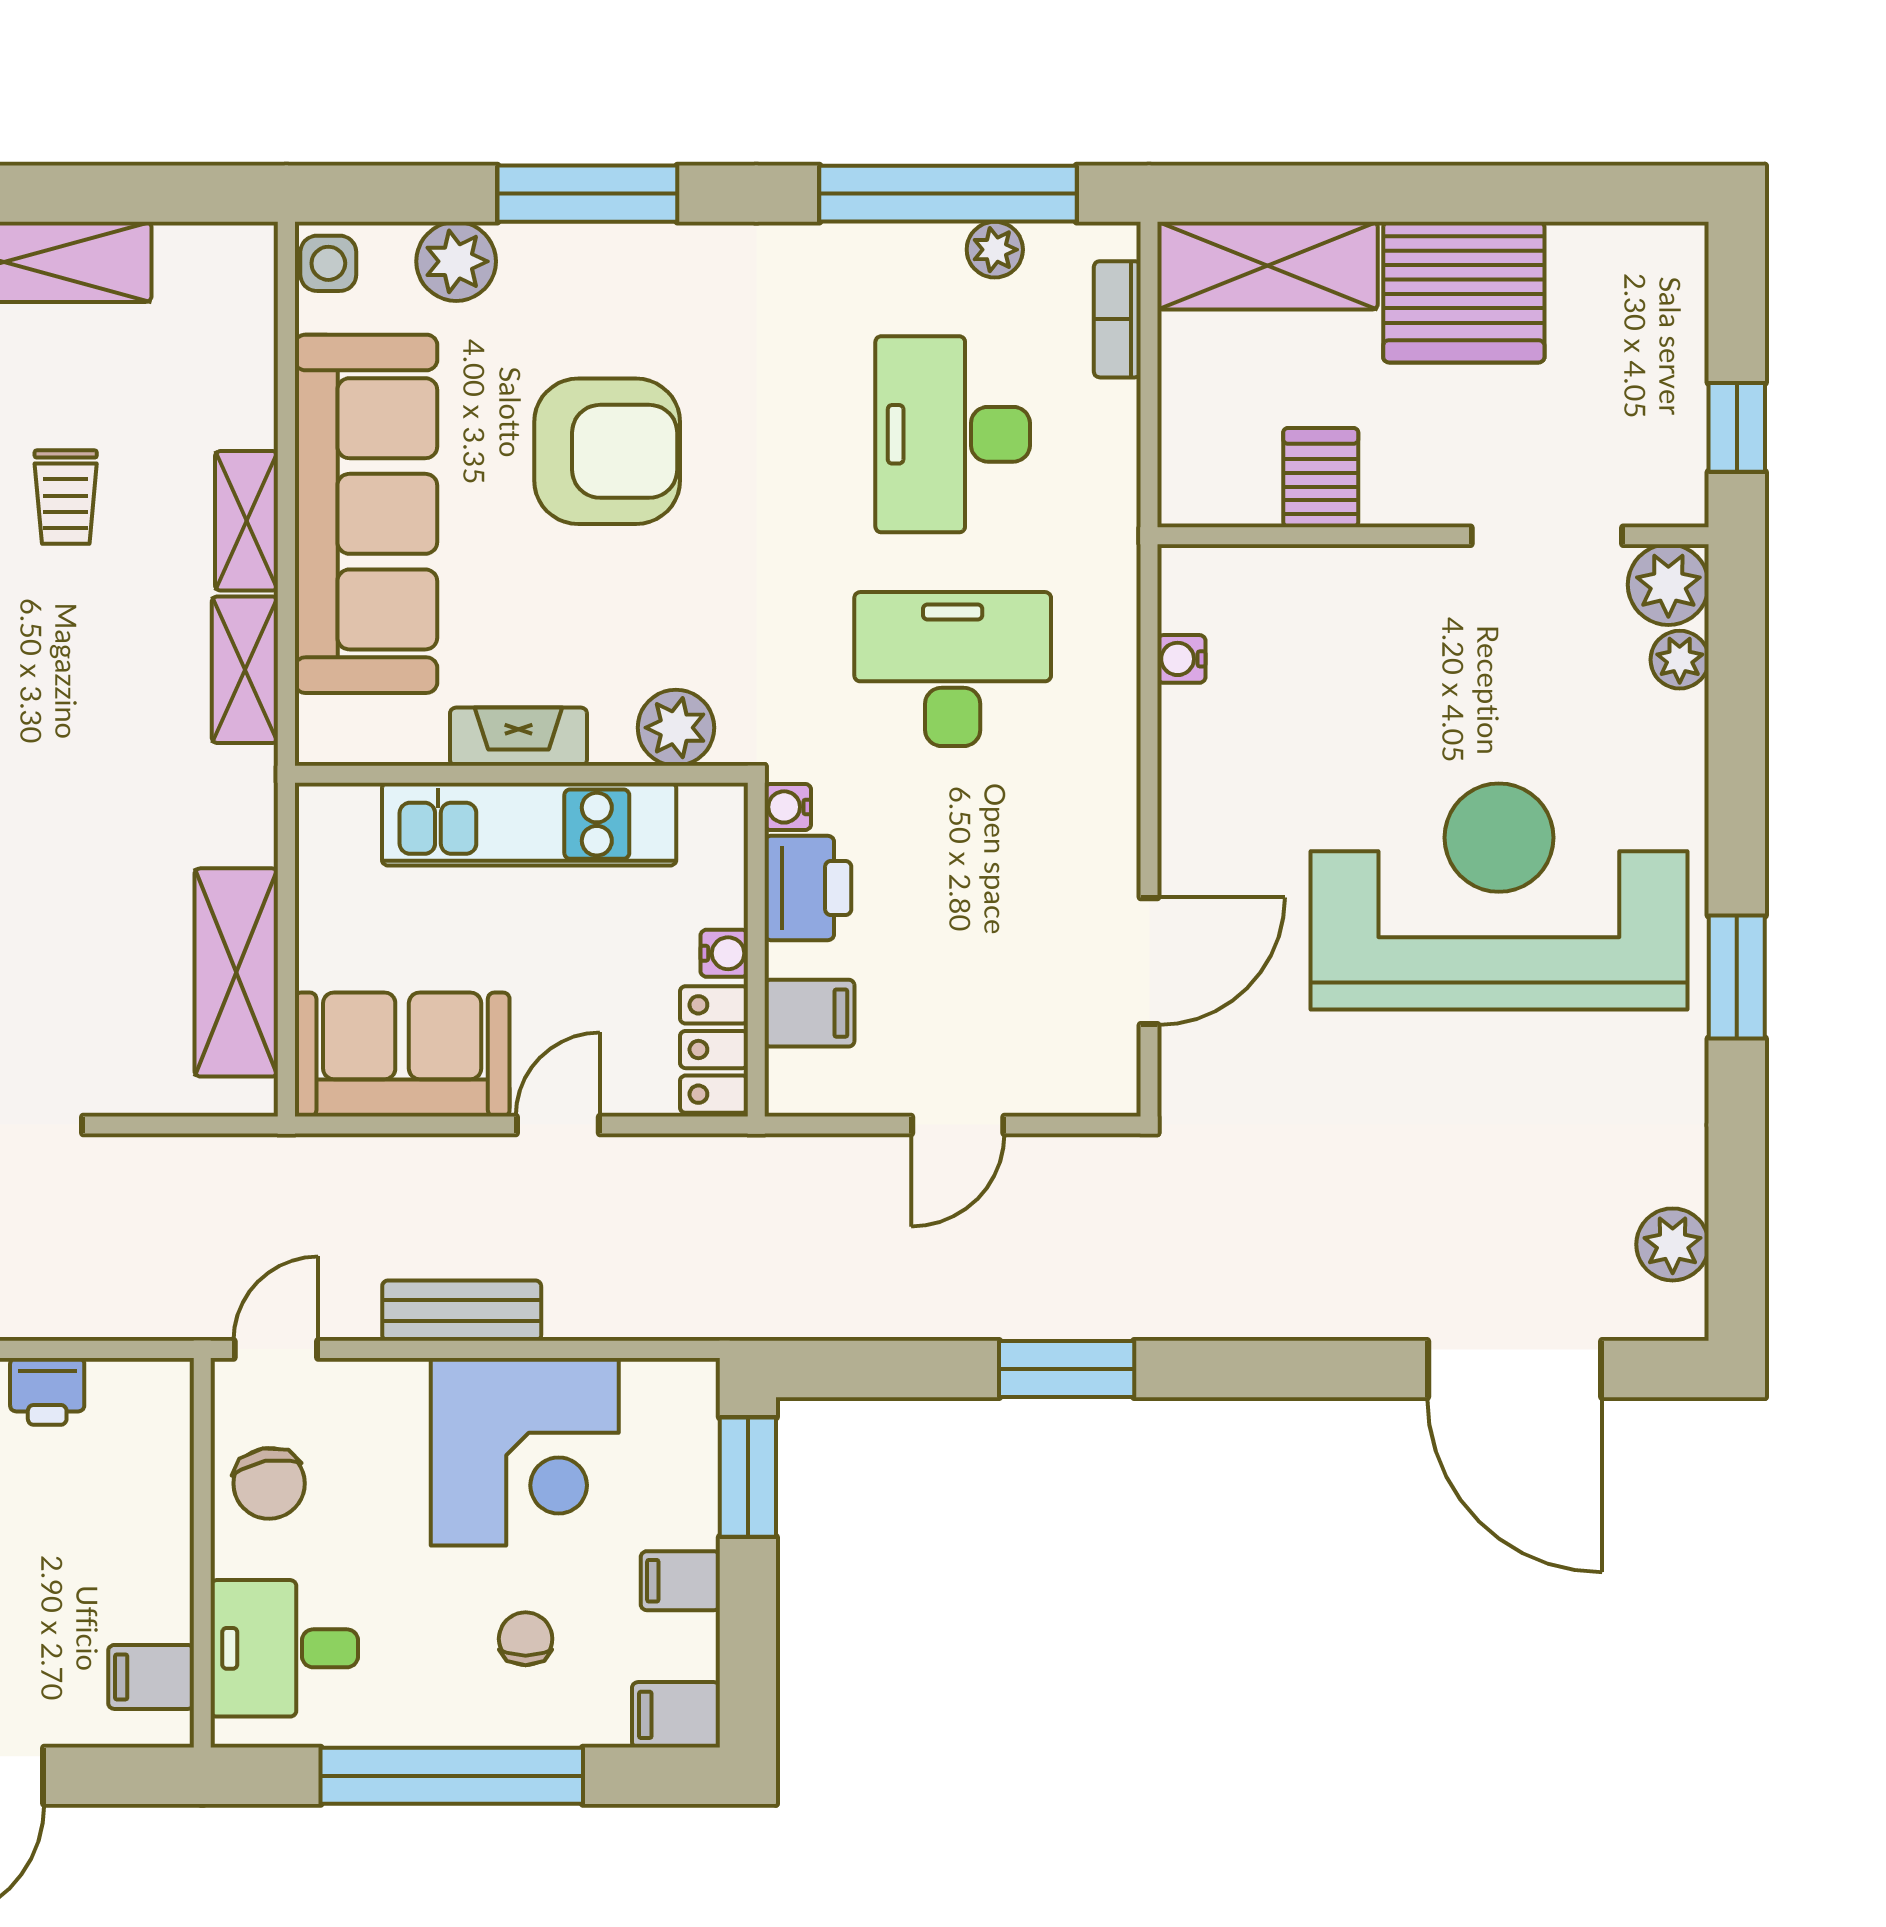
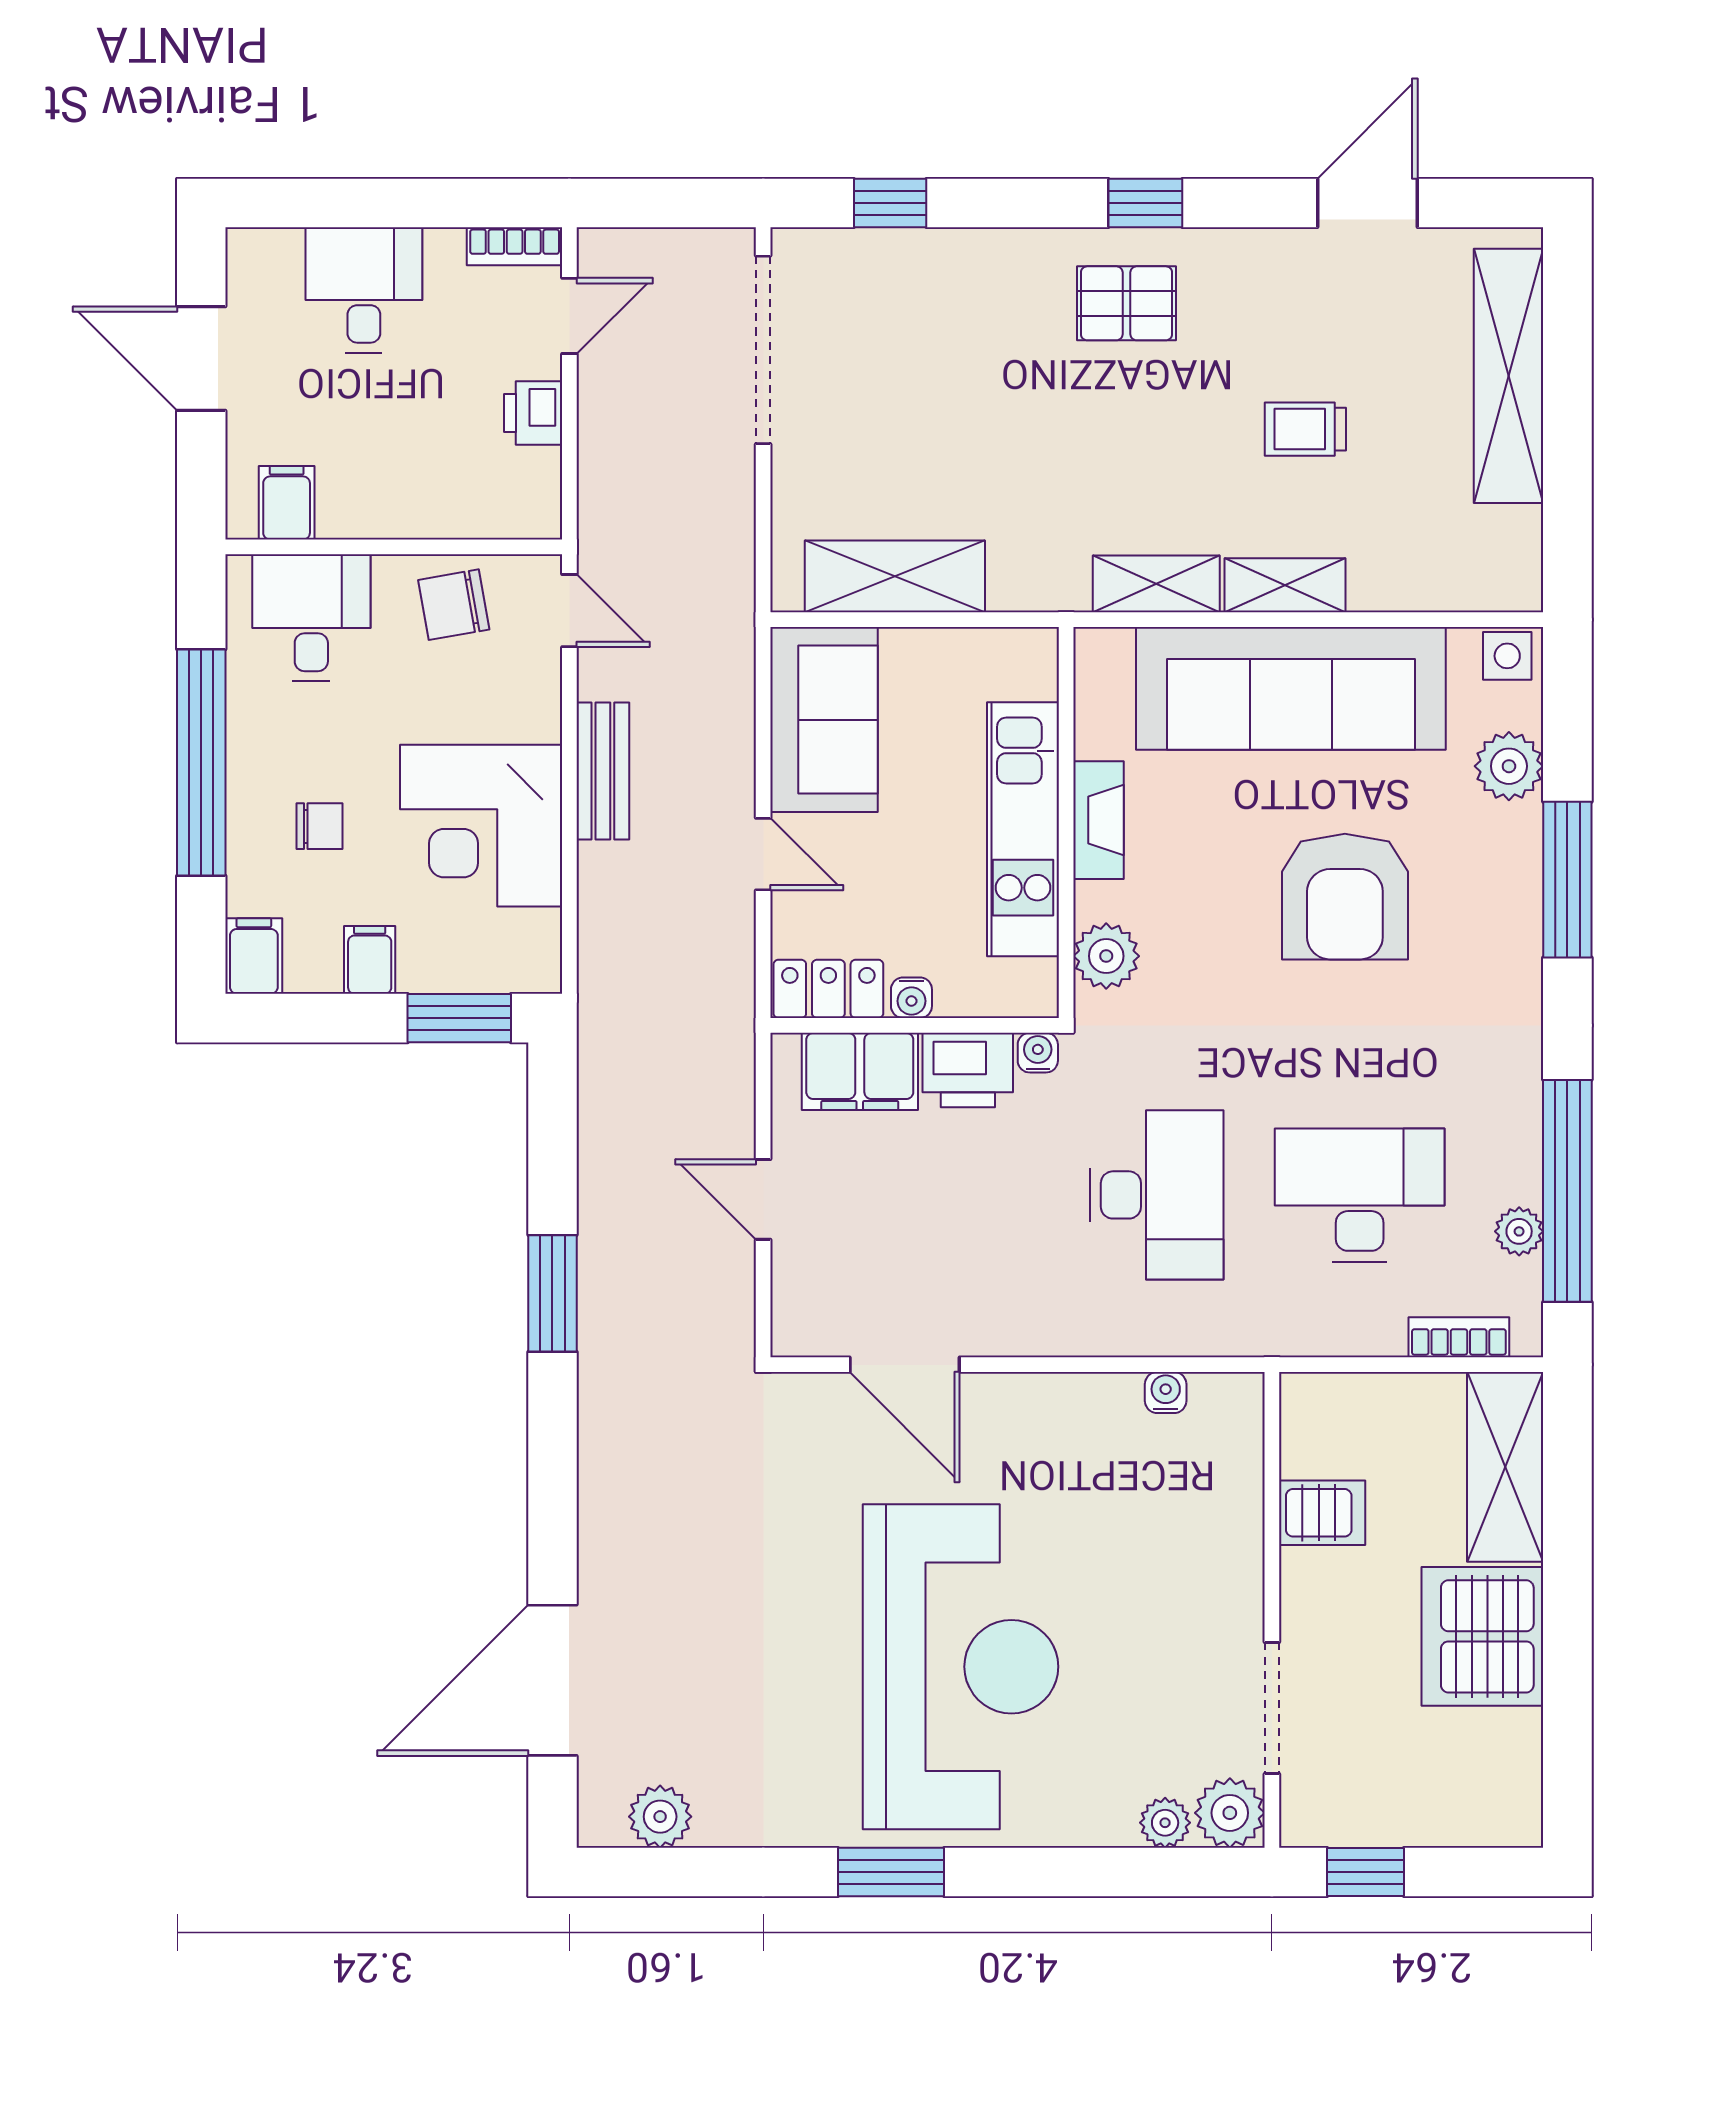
filing cabinet: (809, 1013) -> (860, 1071), width x2.00

